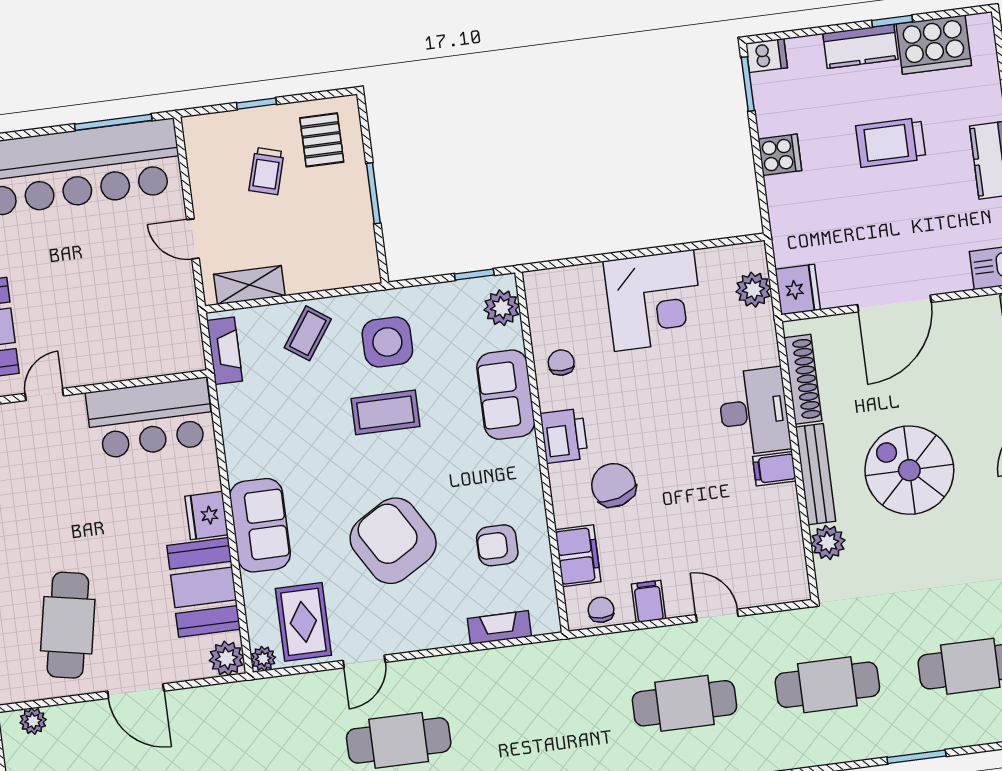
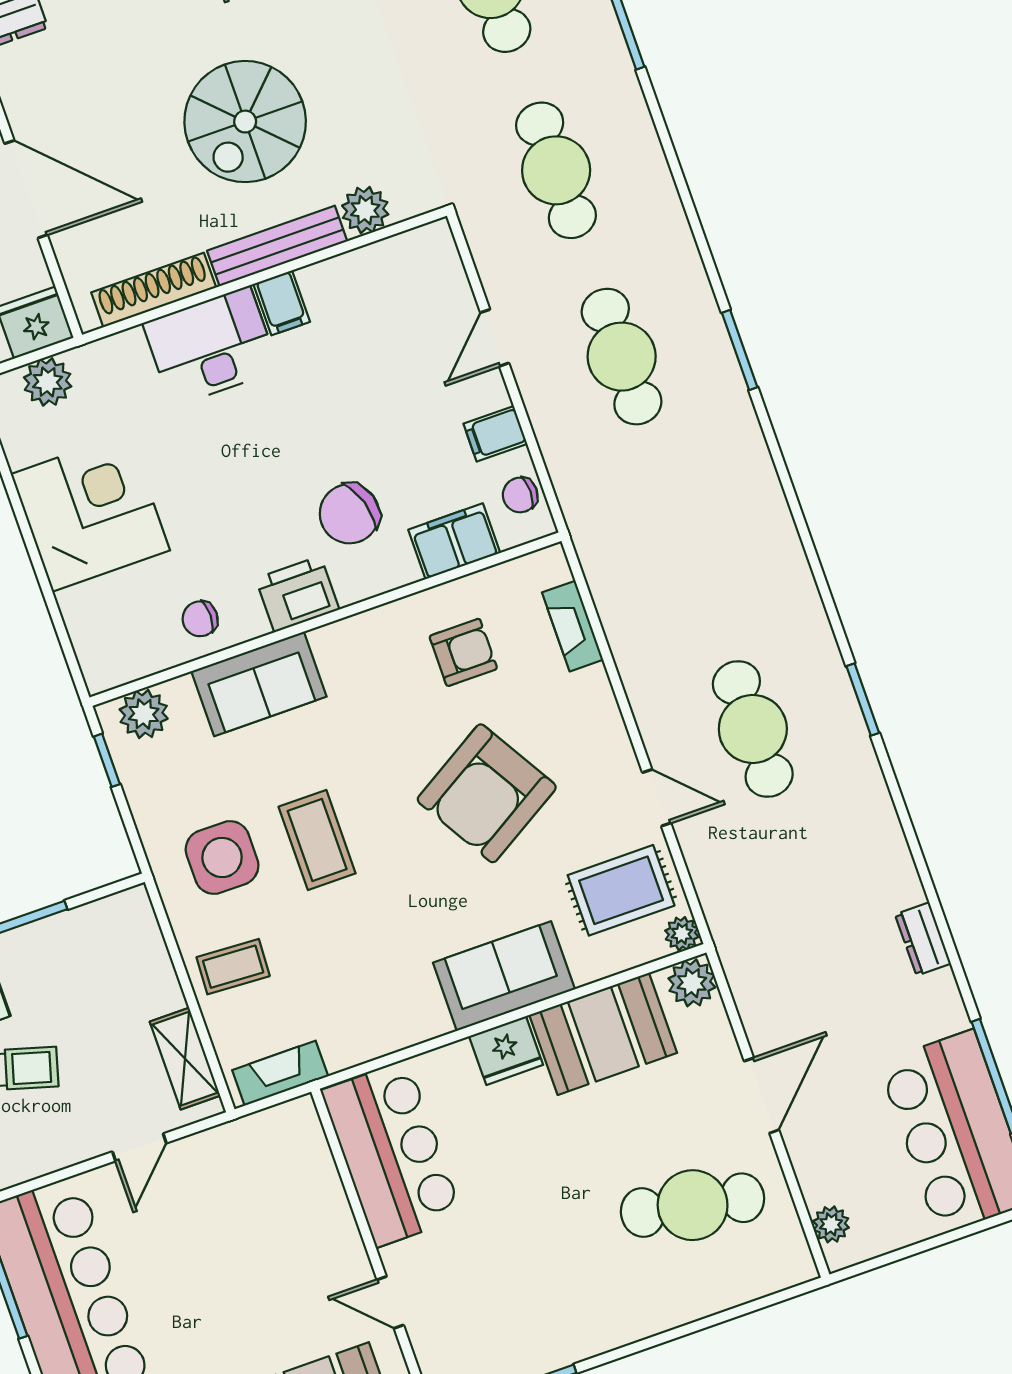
coffee table: (308, 333) -> (233, 967), turned -32
armchair: (497, 545) -> (463, 652), turned -90

